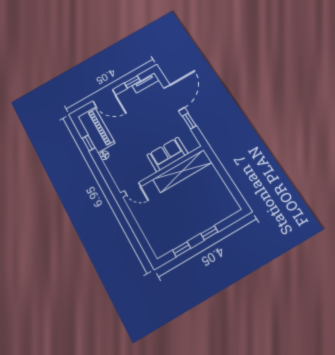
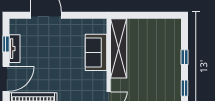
tv unit: (145, 83) -> (15, 49), moved
window: (189, 121) -> (77, 15), removed

